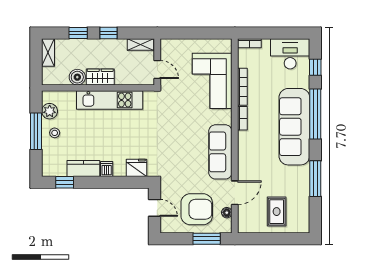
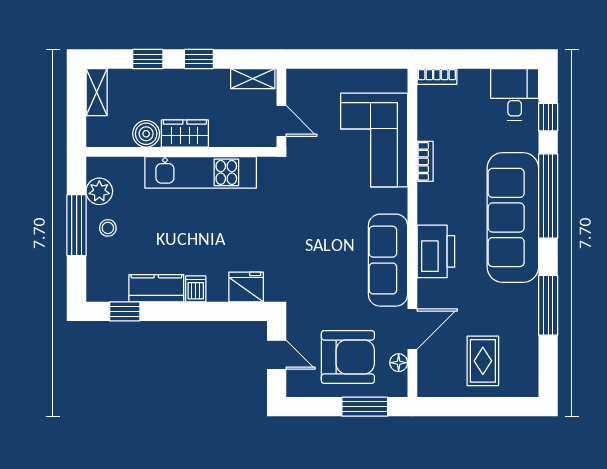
desk: (290, 54) -> (515, 94), width x0.73
bookcase: (242, 87) -> (425, 161), width x0.64
bookcase: (242, 118) -> (425, 203), removed
printer: (249, 147) -> (436, 251), added

